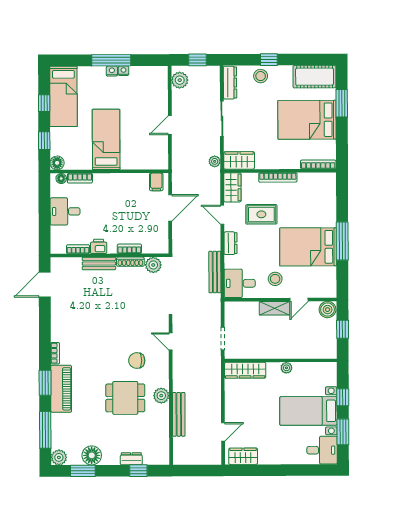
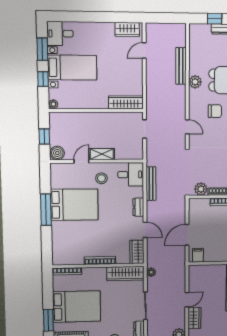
wardrobe: (160, 101) -> (194, 318), added
wardrobe: (239, 160) -> (125, 273), width x1.50
rug: (261, 214) -> (113, 231), removed
plant: (286, 368) -> (53, 104), moved

